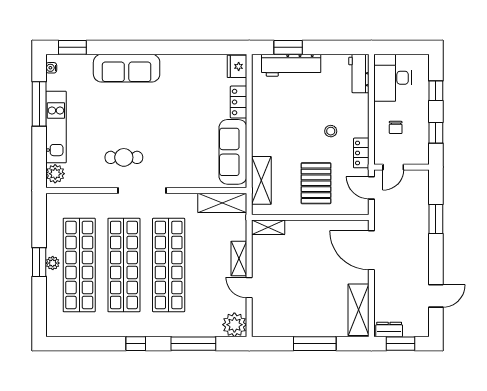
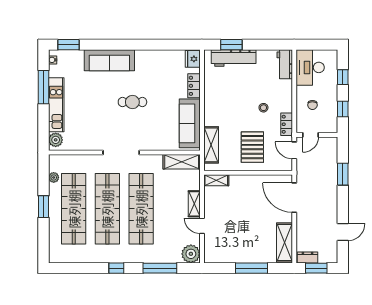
cafe table: (124, 157) -> (132, 102), moved
plant: (53, 263) -> (54, 177), moved

